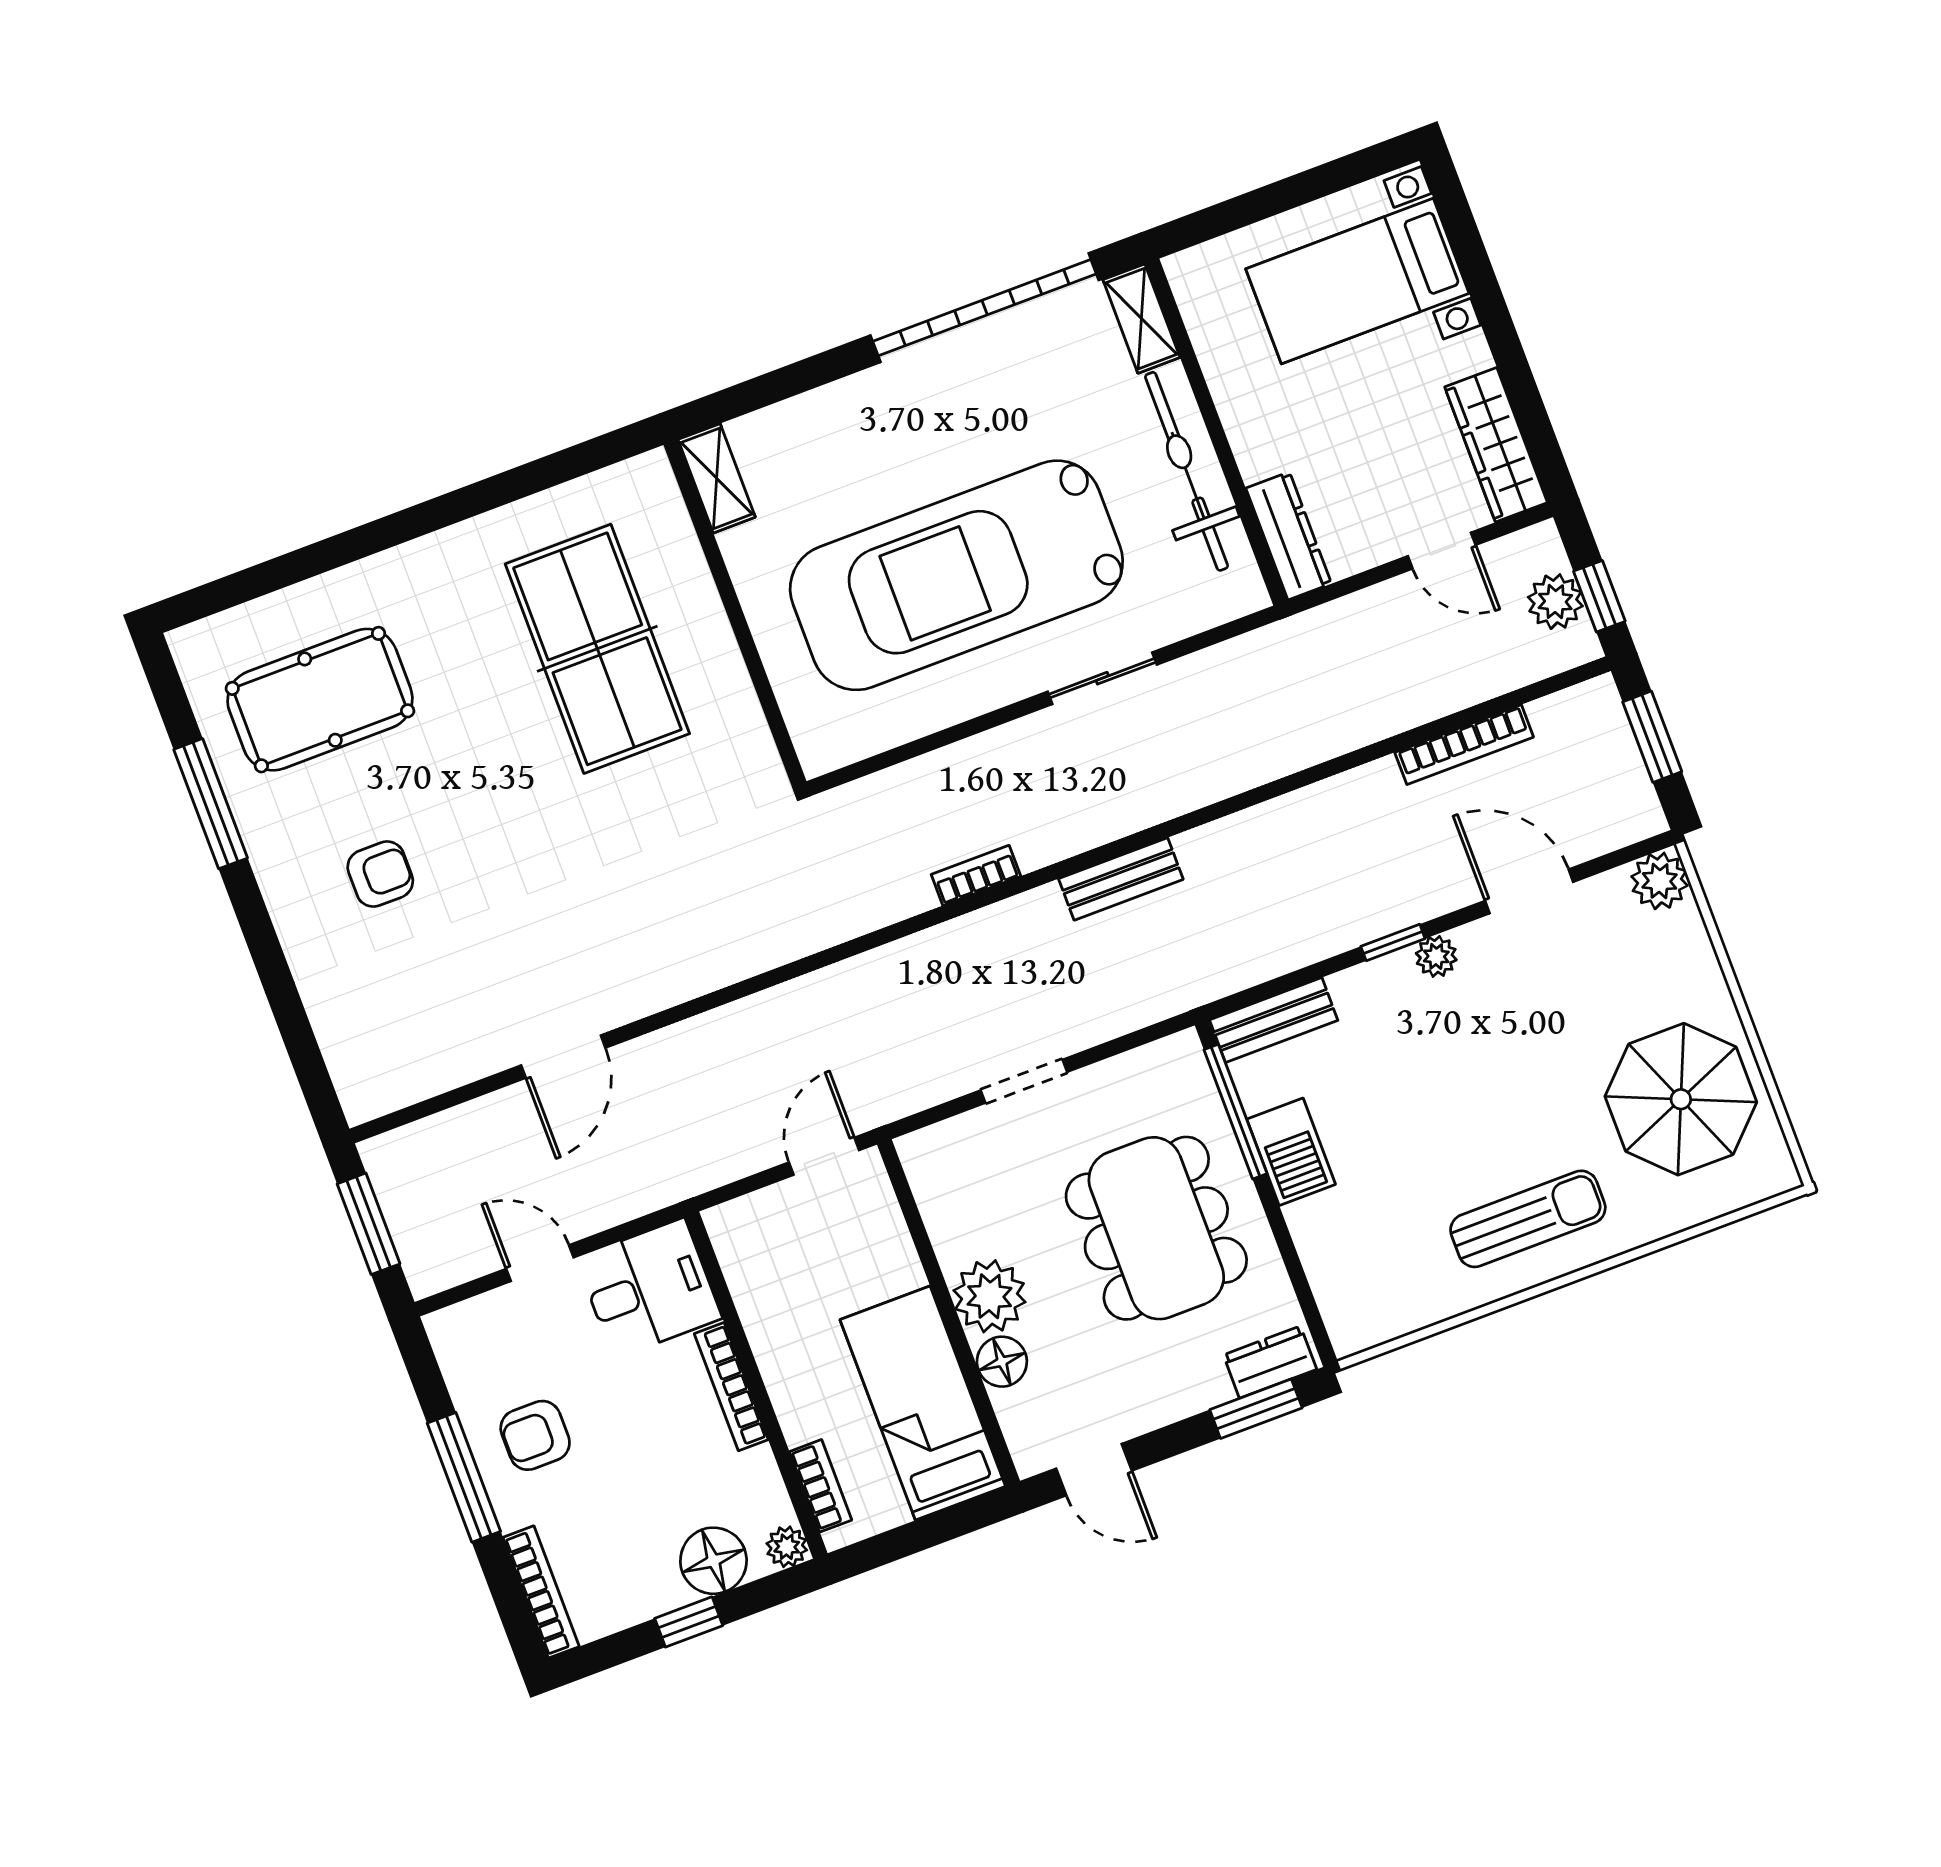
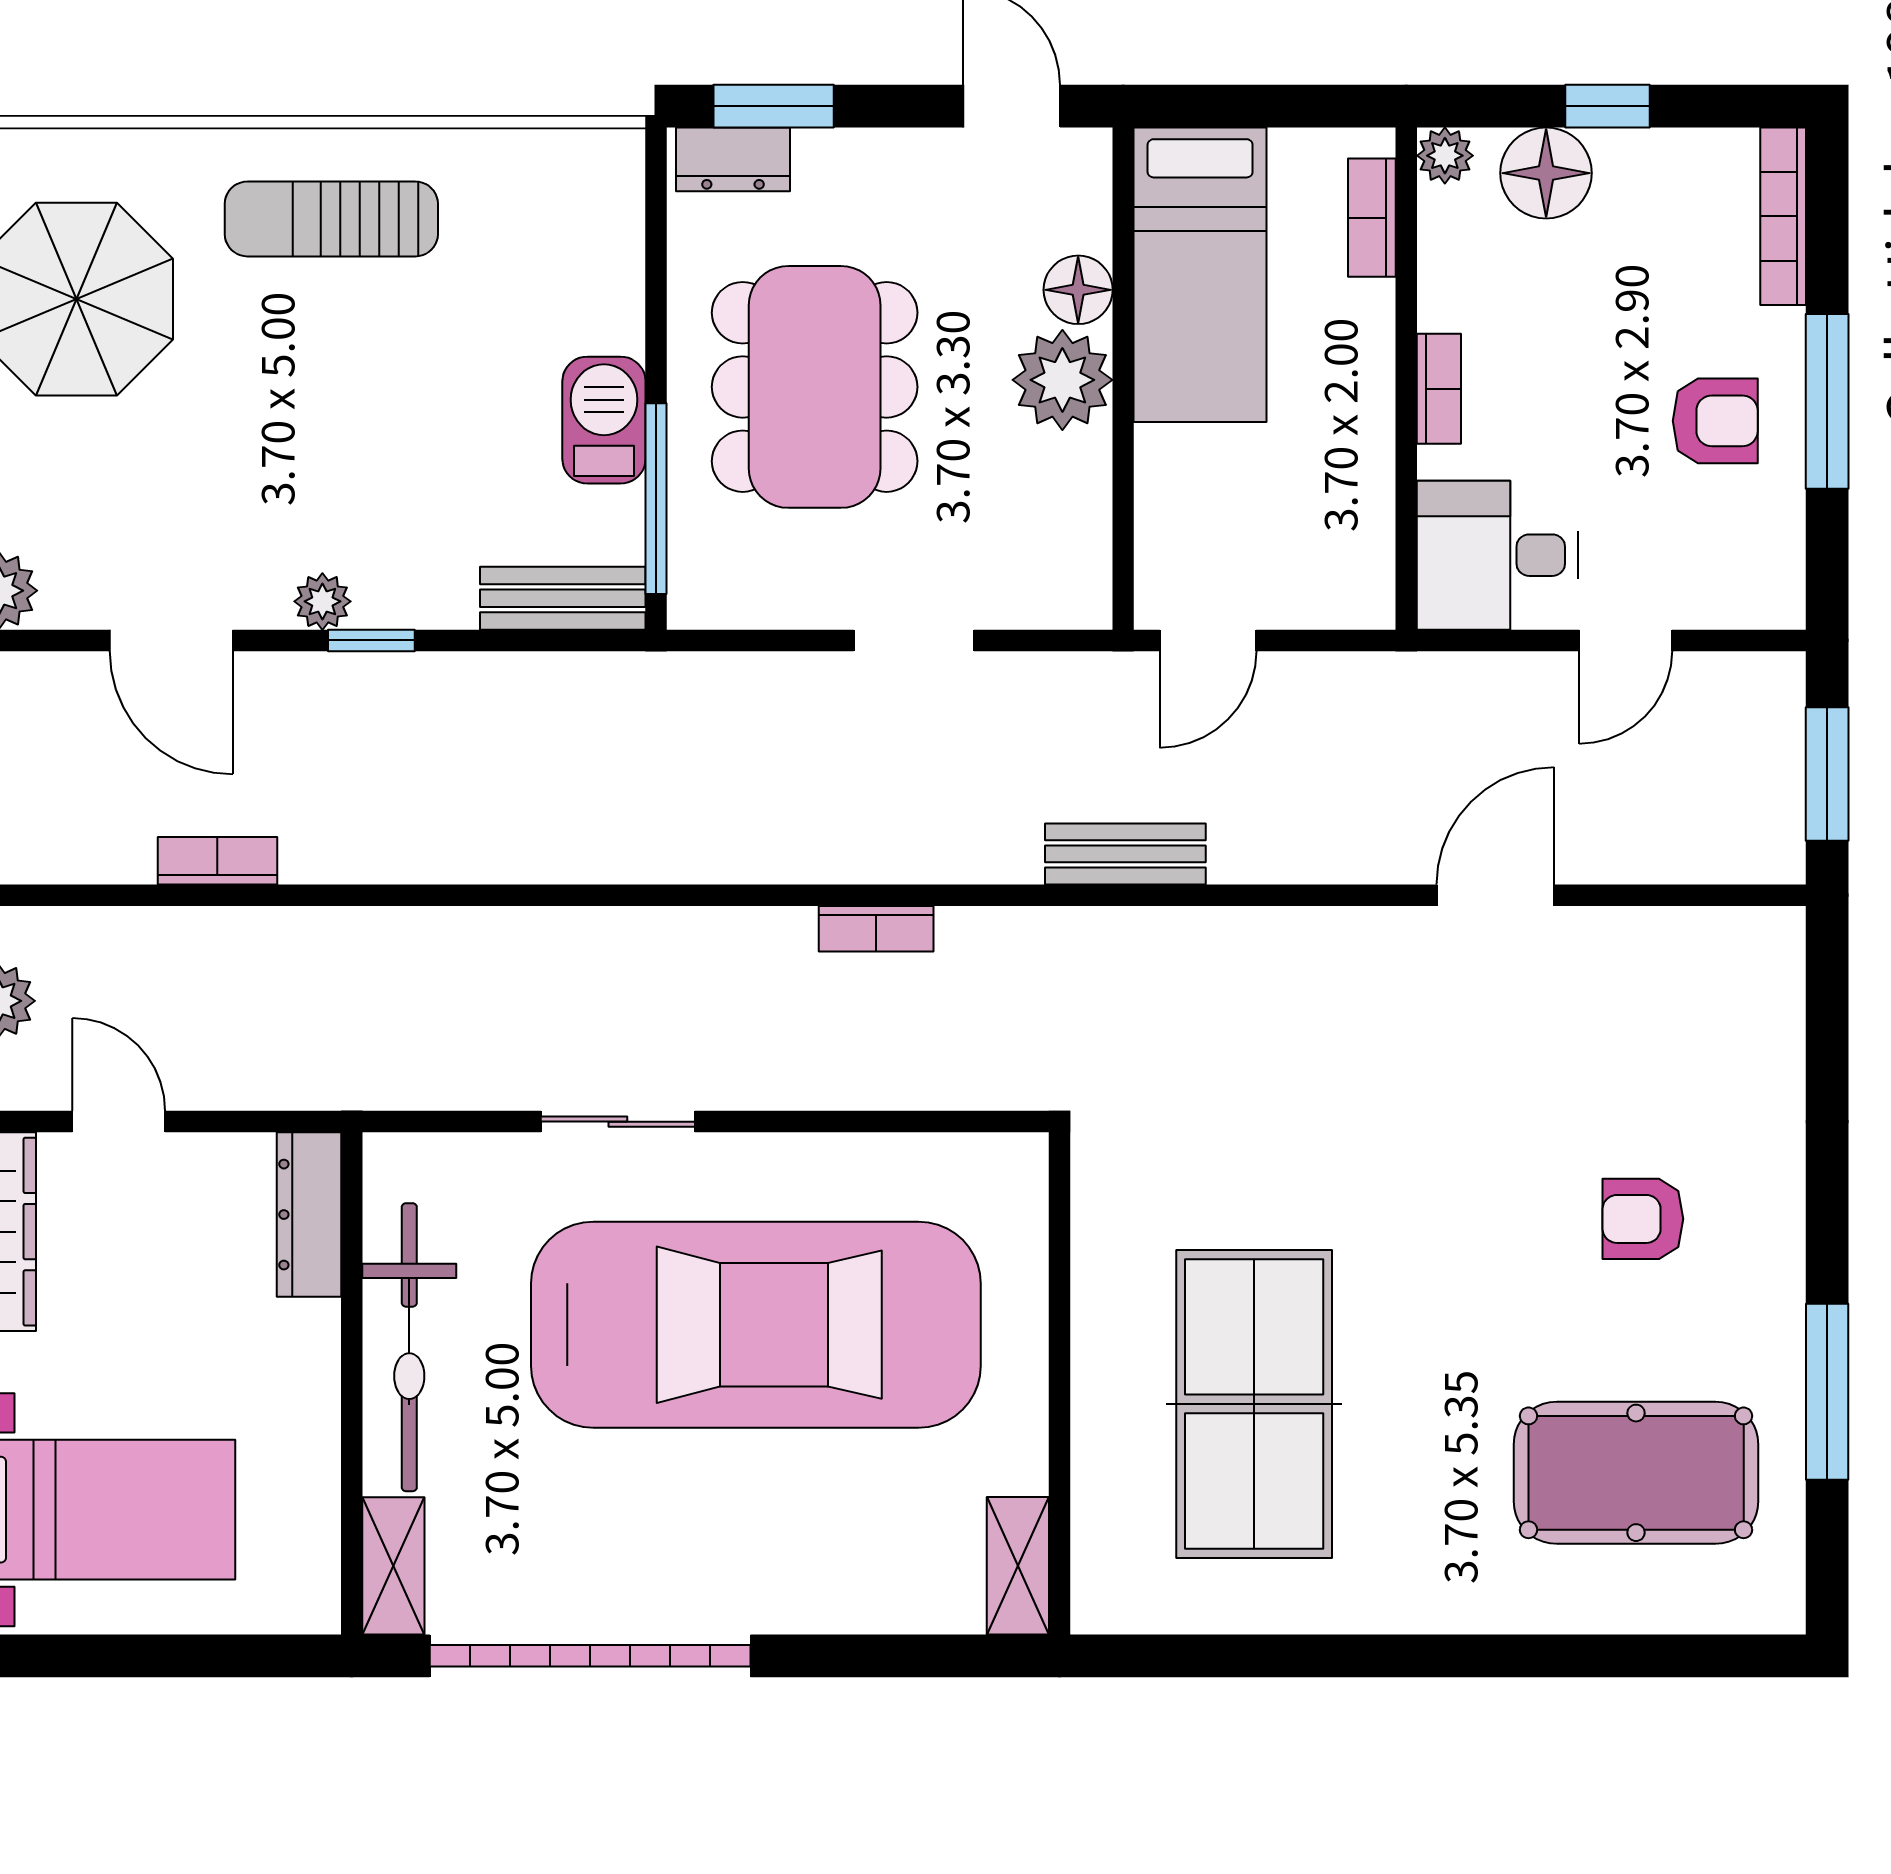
bookcase: (1464, 745) -> (217, 861), width x0.64
bench: (1121, 879) -> (1125, 854), moved
door: (540, 1263) -> (1626, 640), hinge flipped
bookcase: (731, 1387) -> (1439, 389), width x0.64

